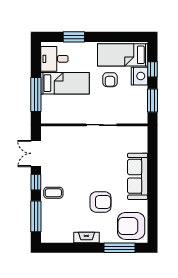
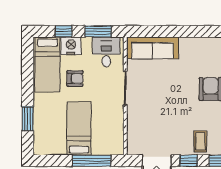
desk: (54, 59) -> (106, 52), moved, turned 180
sofa: (138, 176) -> (152, 48), moved

